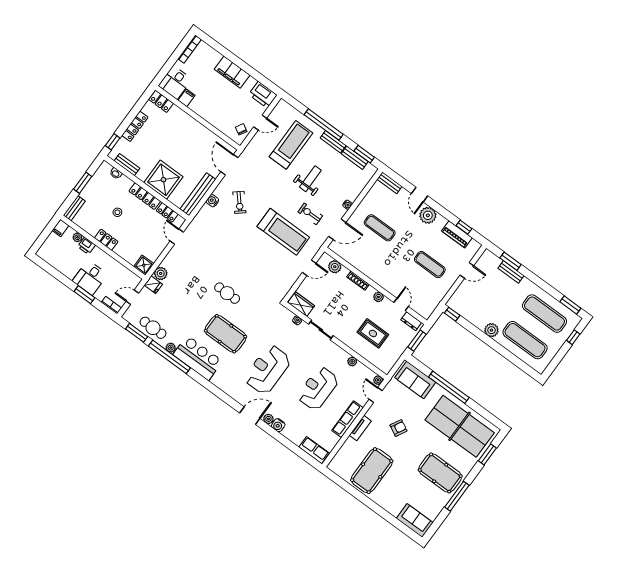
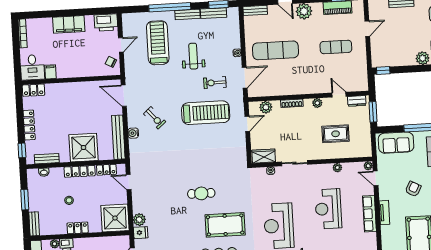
exercise mat: (380, 228) -> (276, 50), width x1.36, depth x1.45
shower: (144, 265) -> (115, 218), width x1.86, depth x1.86

